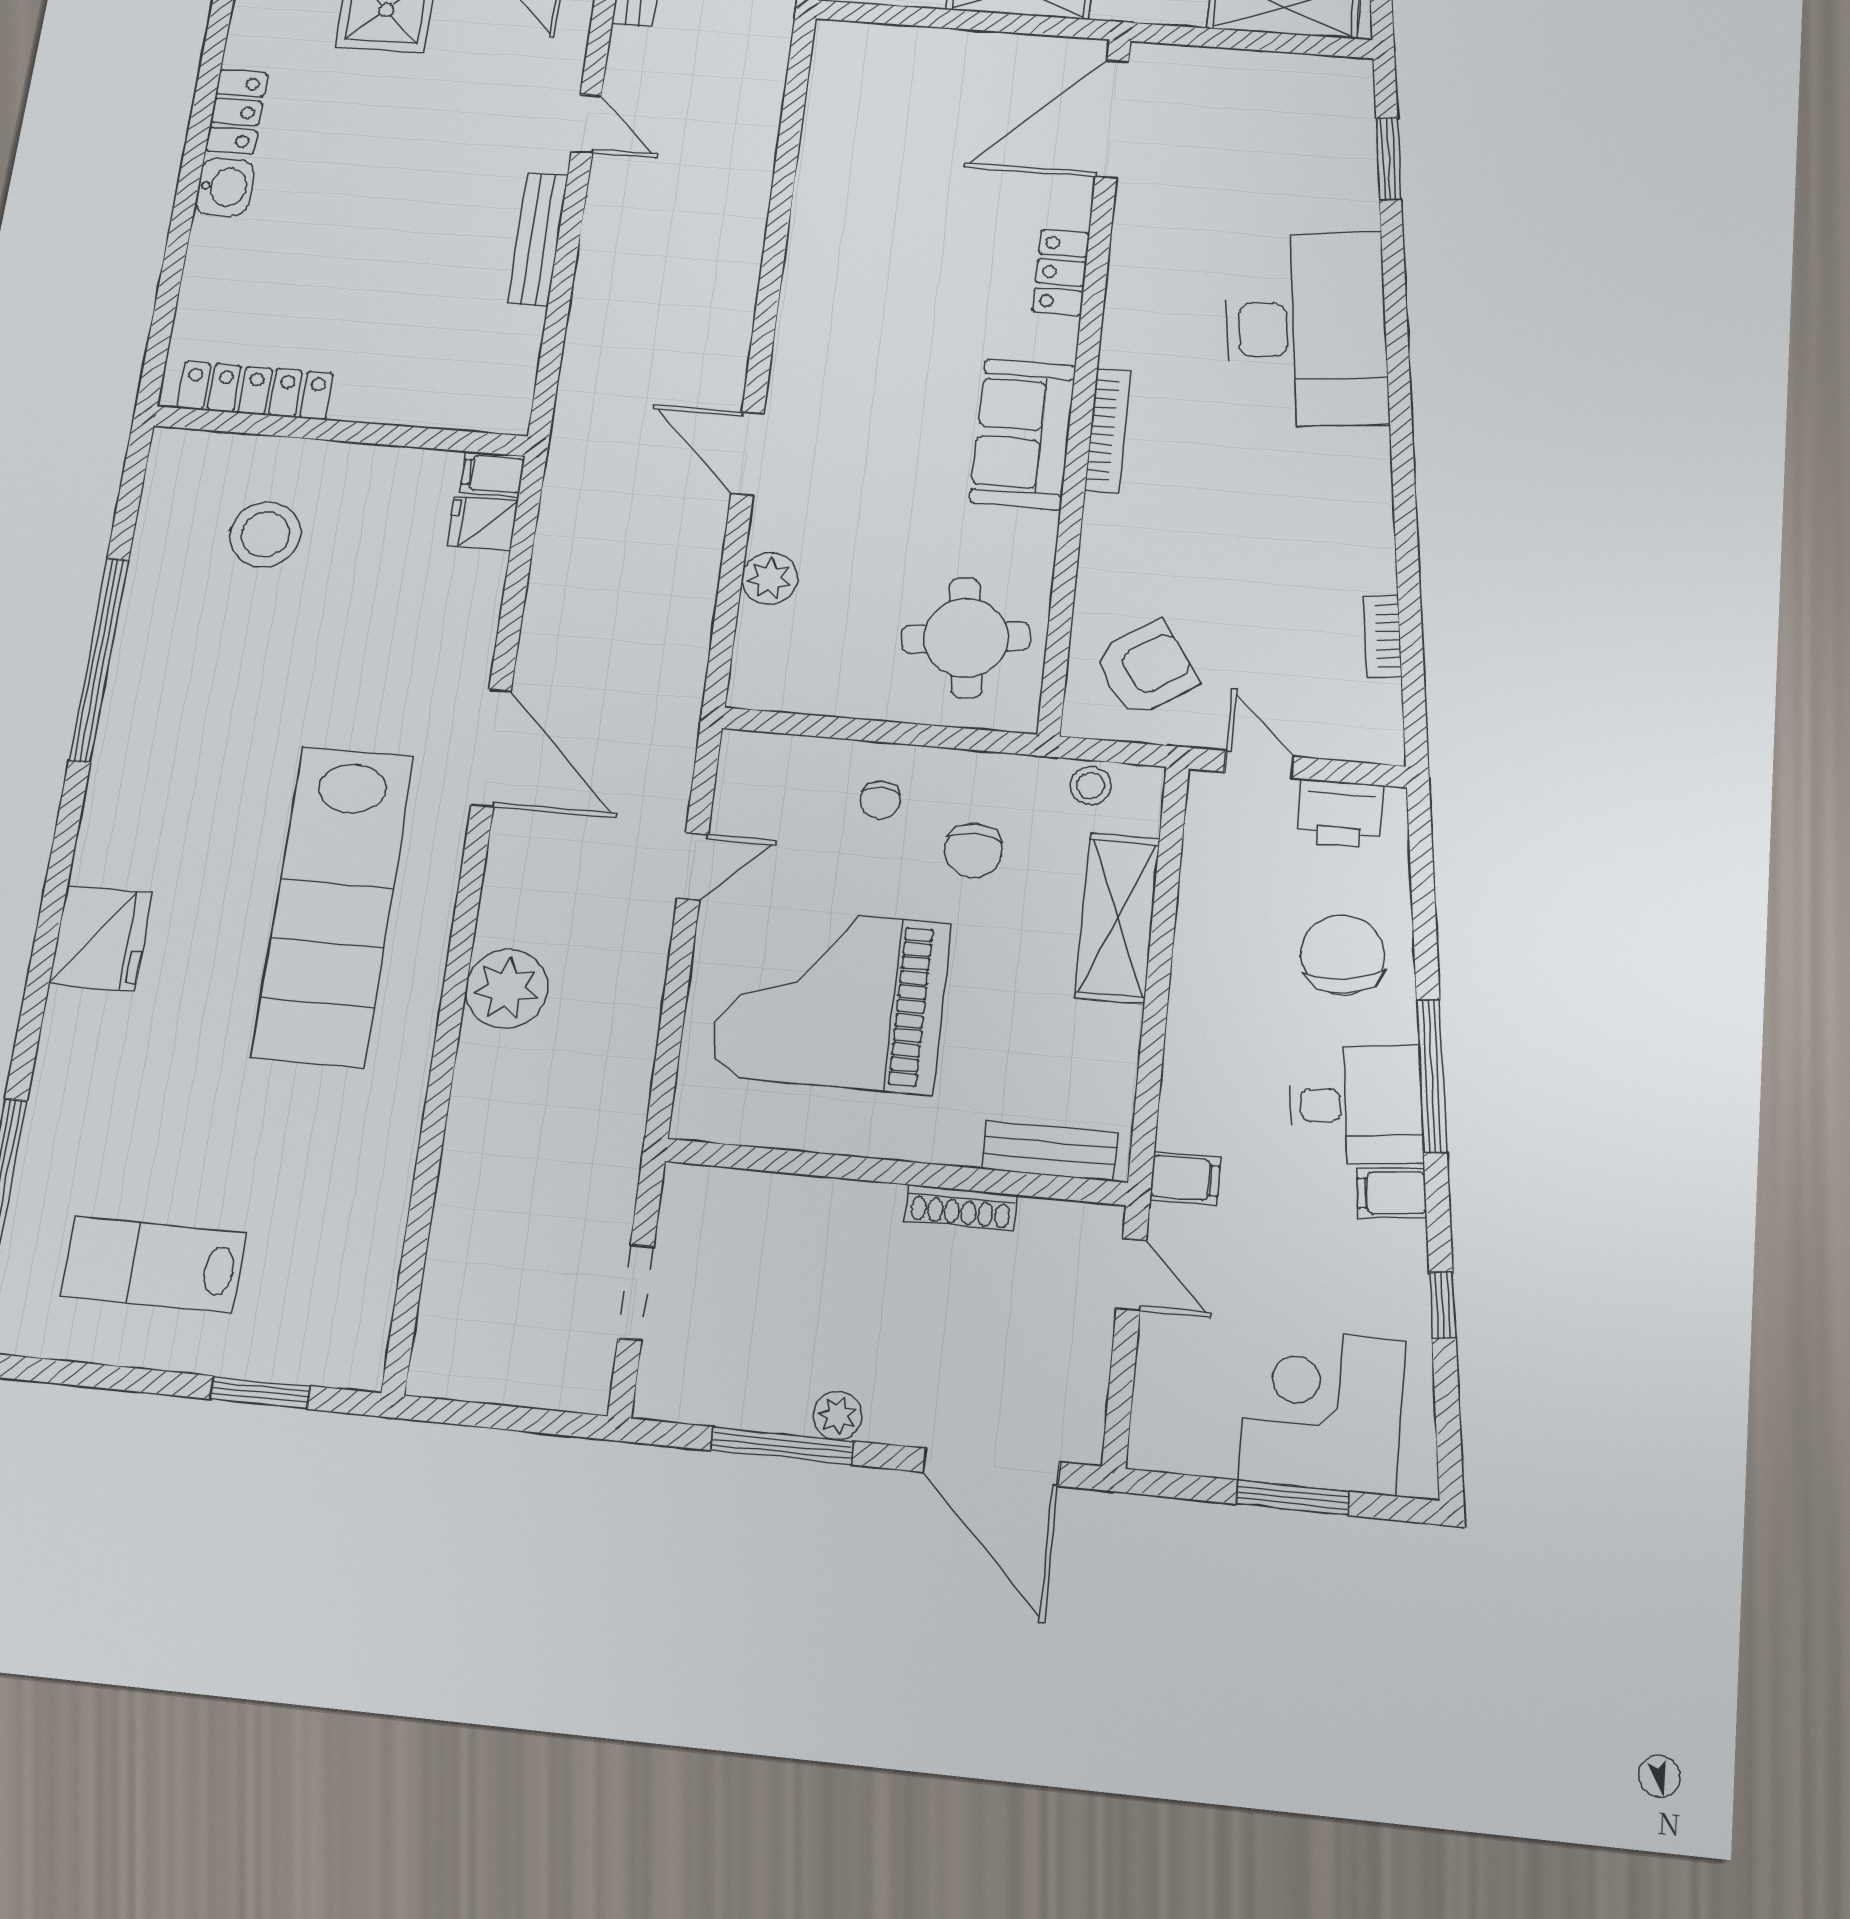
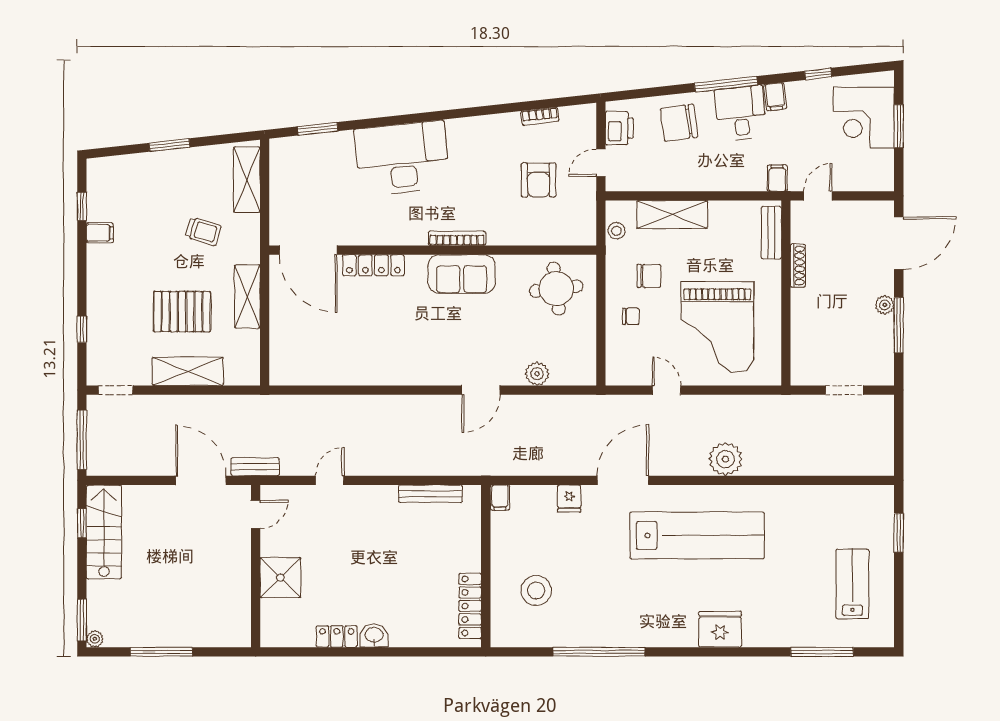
bench: (538, 239) -> (430, 494), moved
locker: (1061, 272) -> (373, 265), width x1.53
fridge: (482, 523) -> (569, 499), moved
armchair: (1146, 668) -> (538, 180), moved, turned -146
lab bench: (154, 1265) -> (852, 584), turned 180

